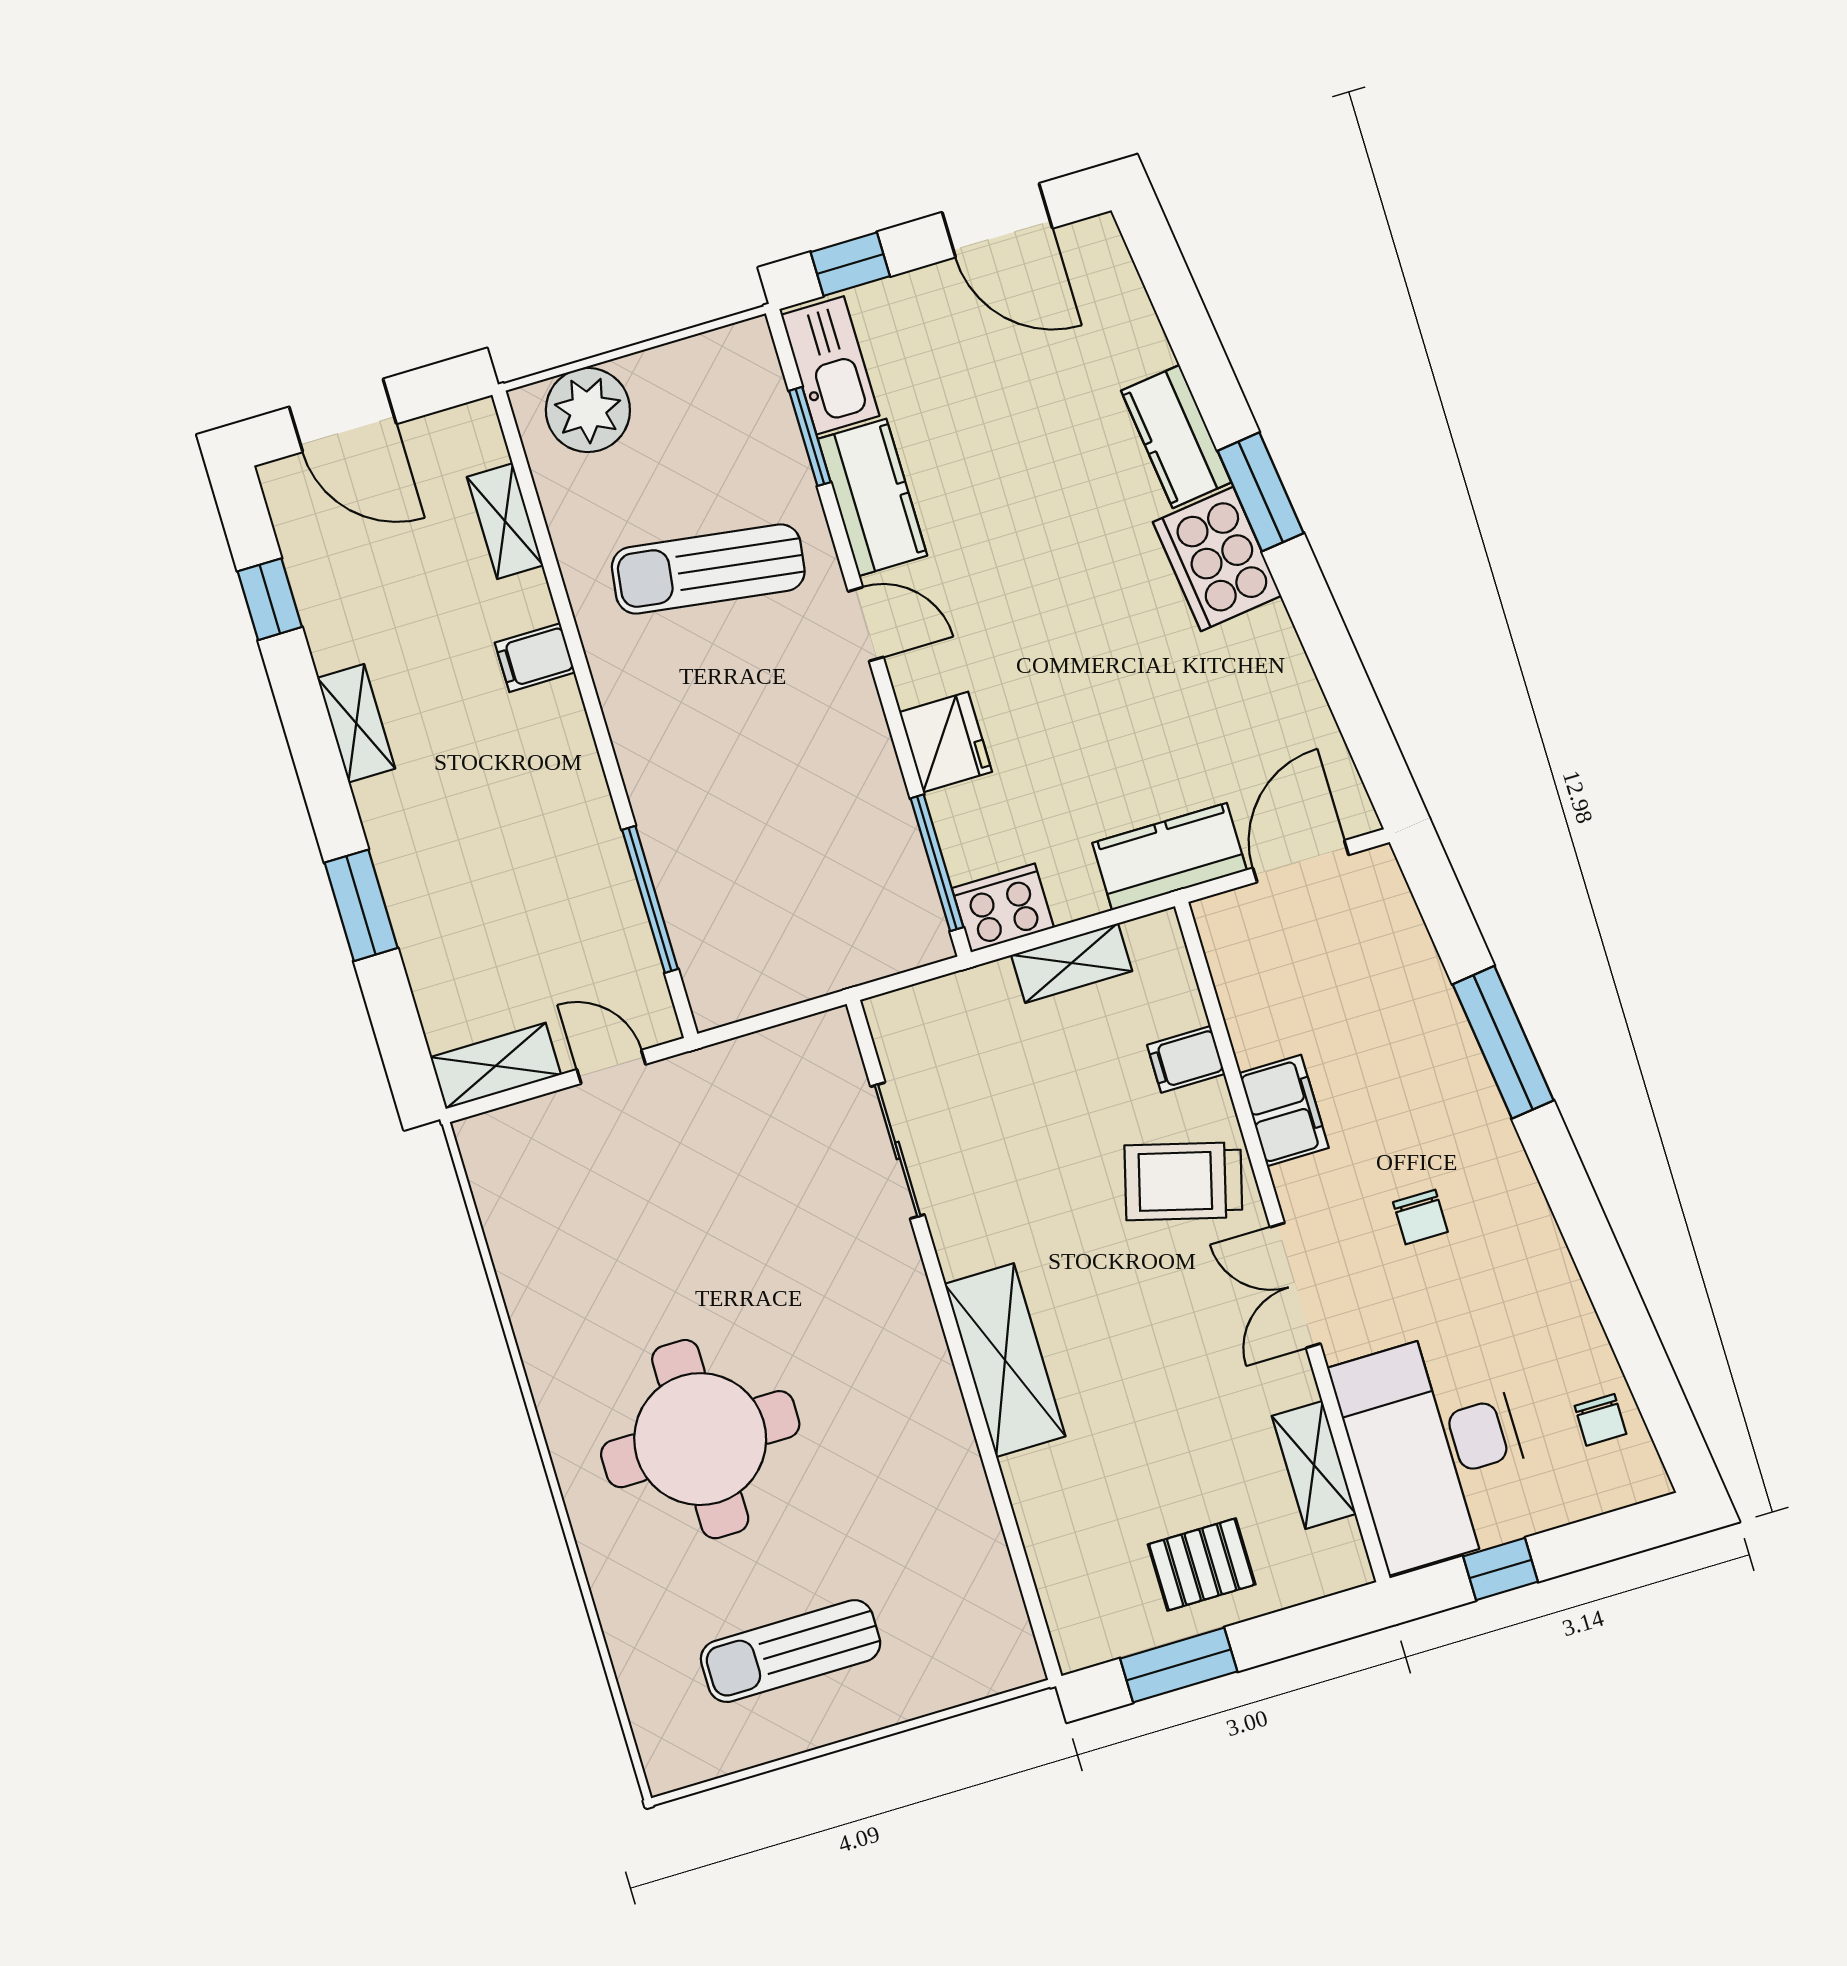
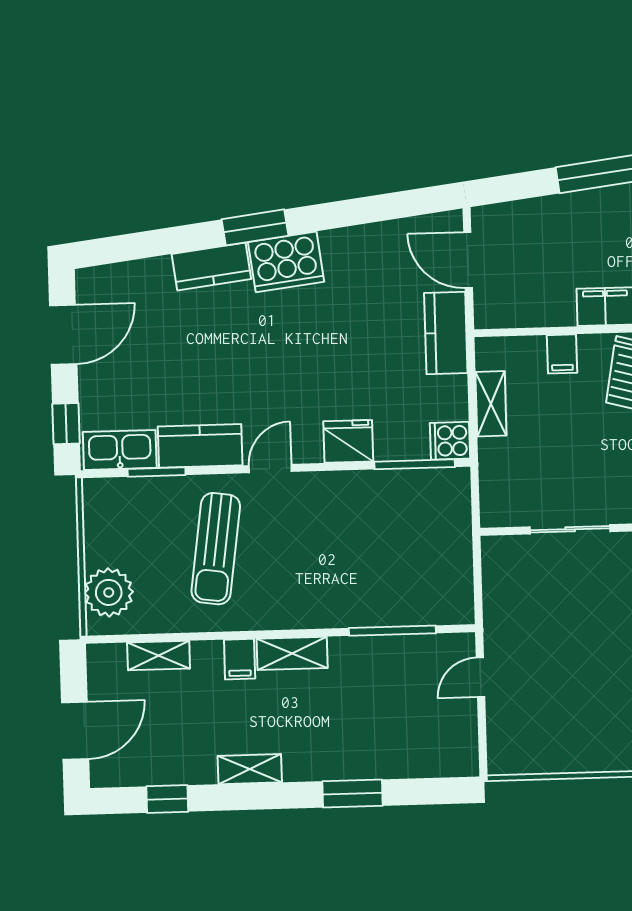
cooker: (1003, 908) -> (450, 441), width x0.73
shelving: (496, 1066) -> (292, 653), moved, turned 90

